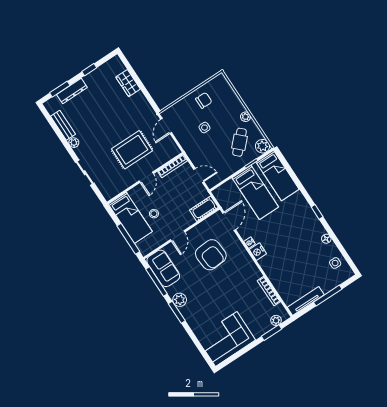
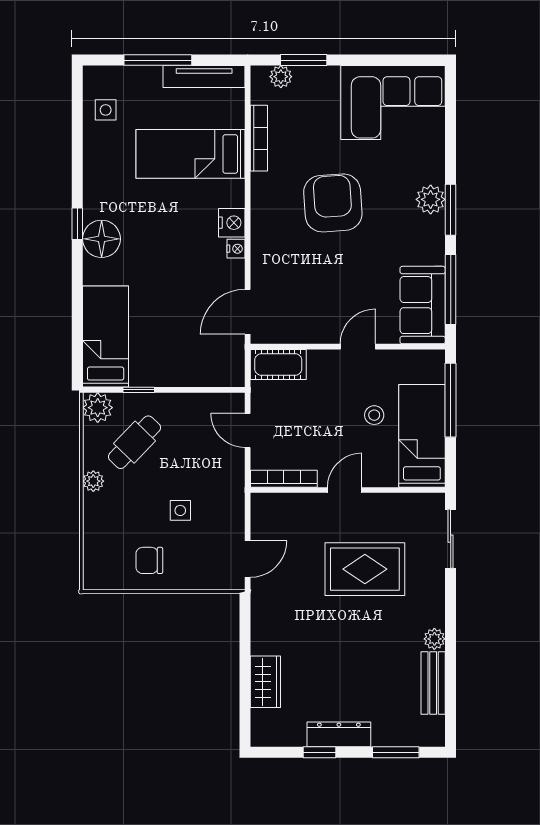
dresser: (72, 91) -> (339, 734), moved
rug: (132, 150) -> (365, 569), moved
sliding door: (85, 173) -> (451, 539), moved
bed: (255, 192) -> (191, 154), moved, turned -90
floor lamp: (326, 239) -> (102, 239), moved, width x1.89, depth x1.89
armchair: (211, 255) -> (333, 203), moved
plant: (180, 300) -> (431, 199), moved

